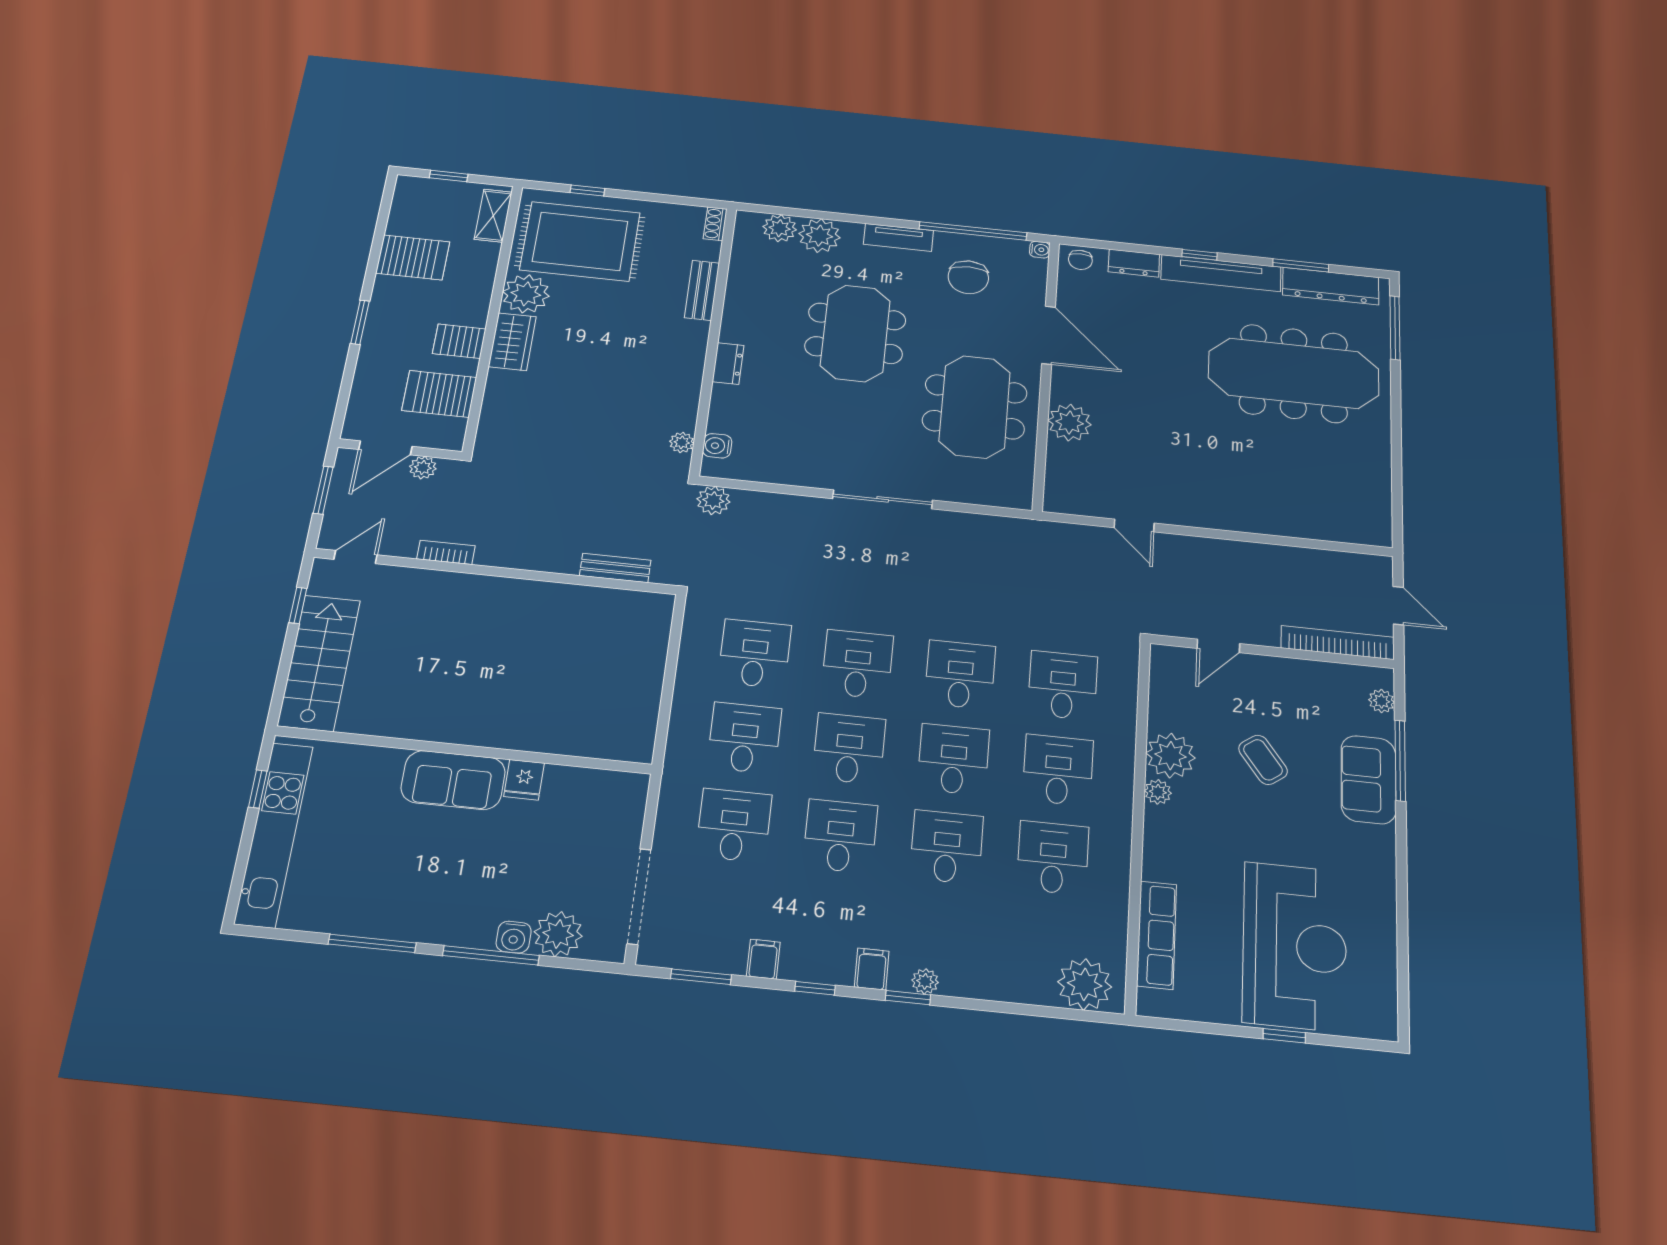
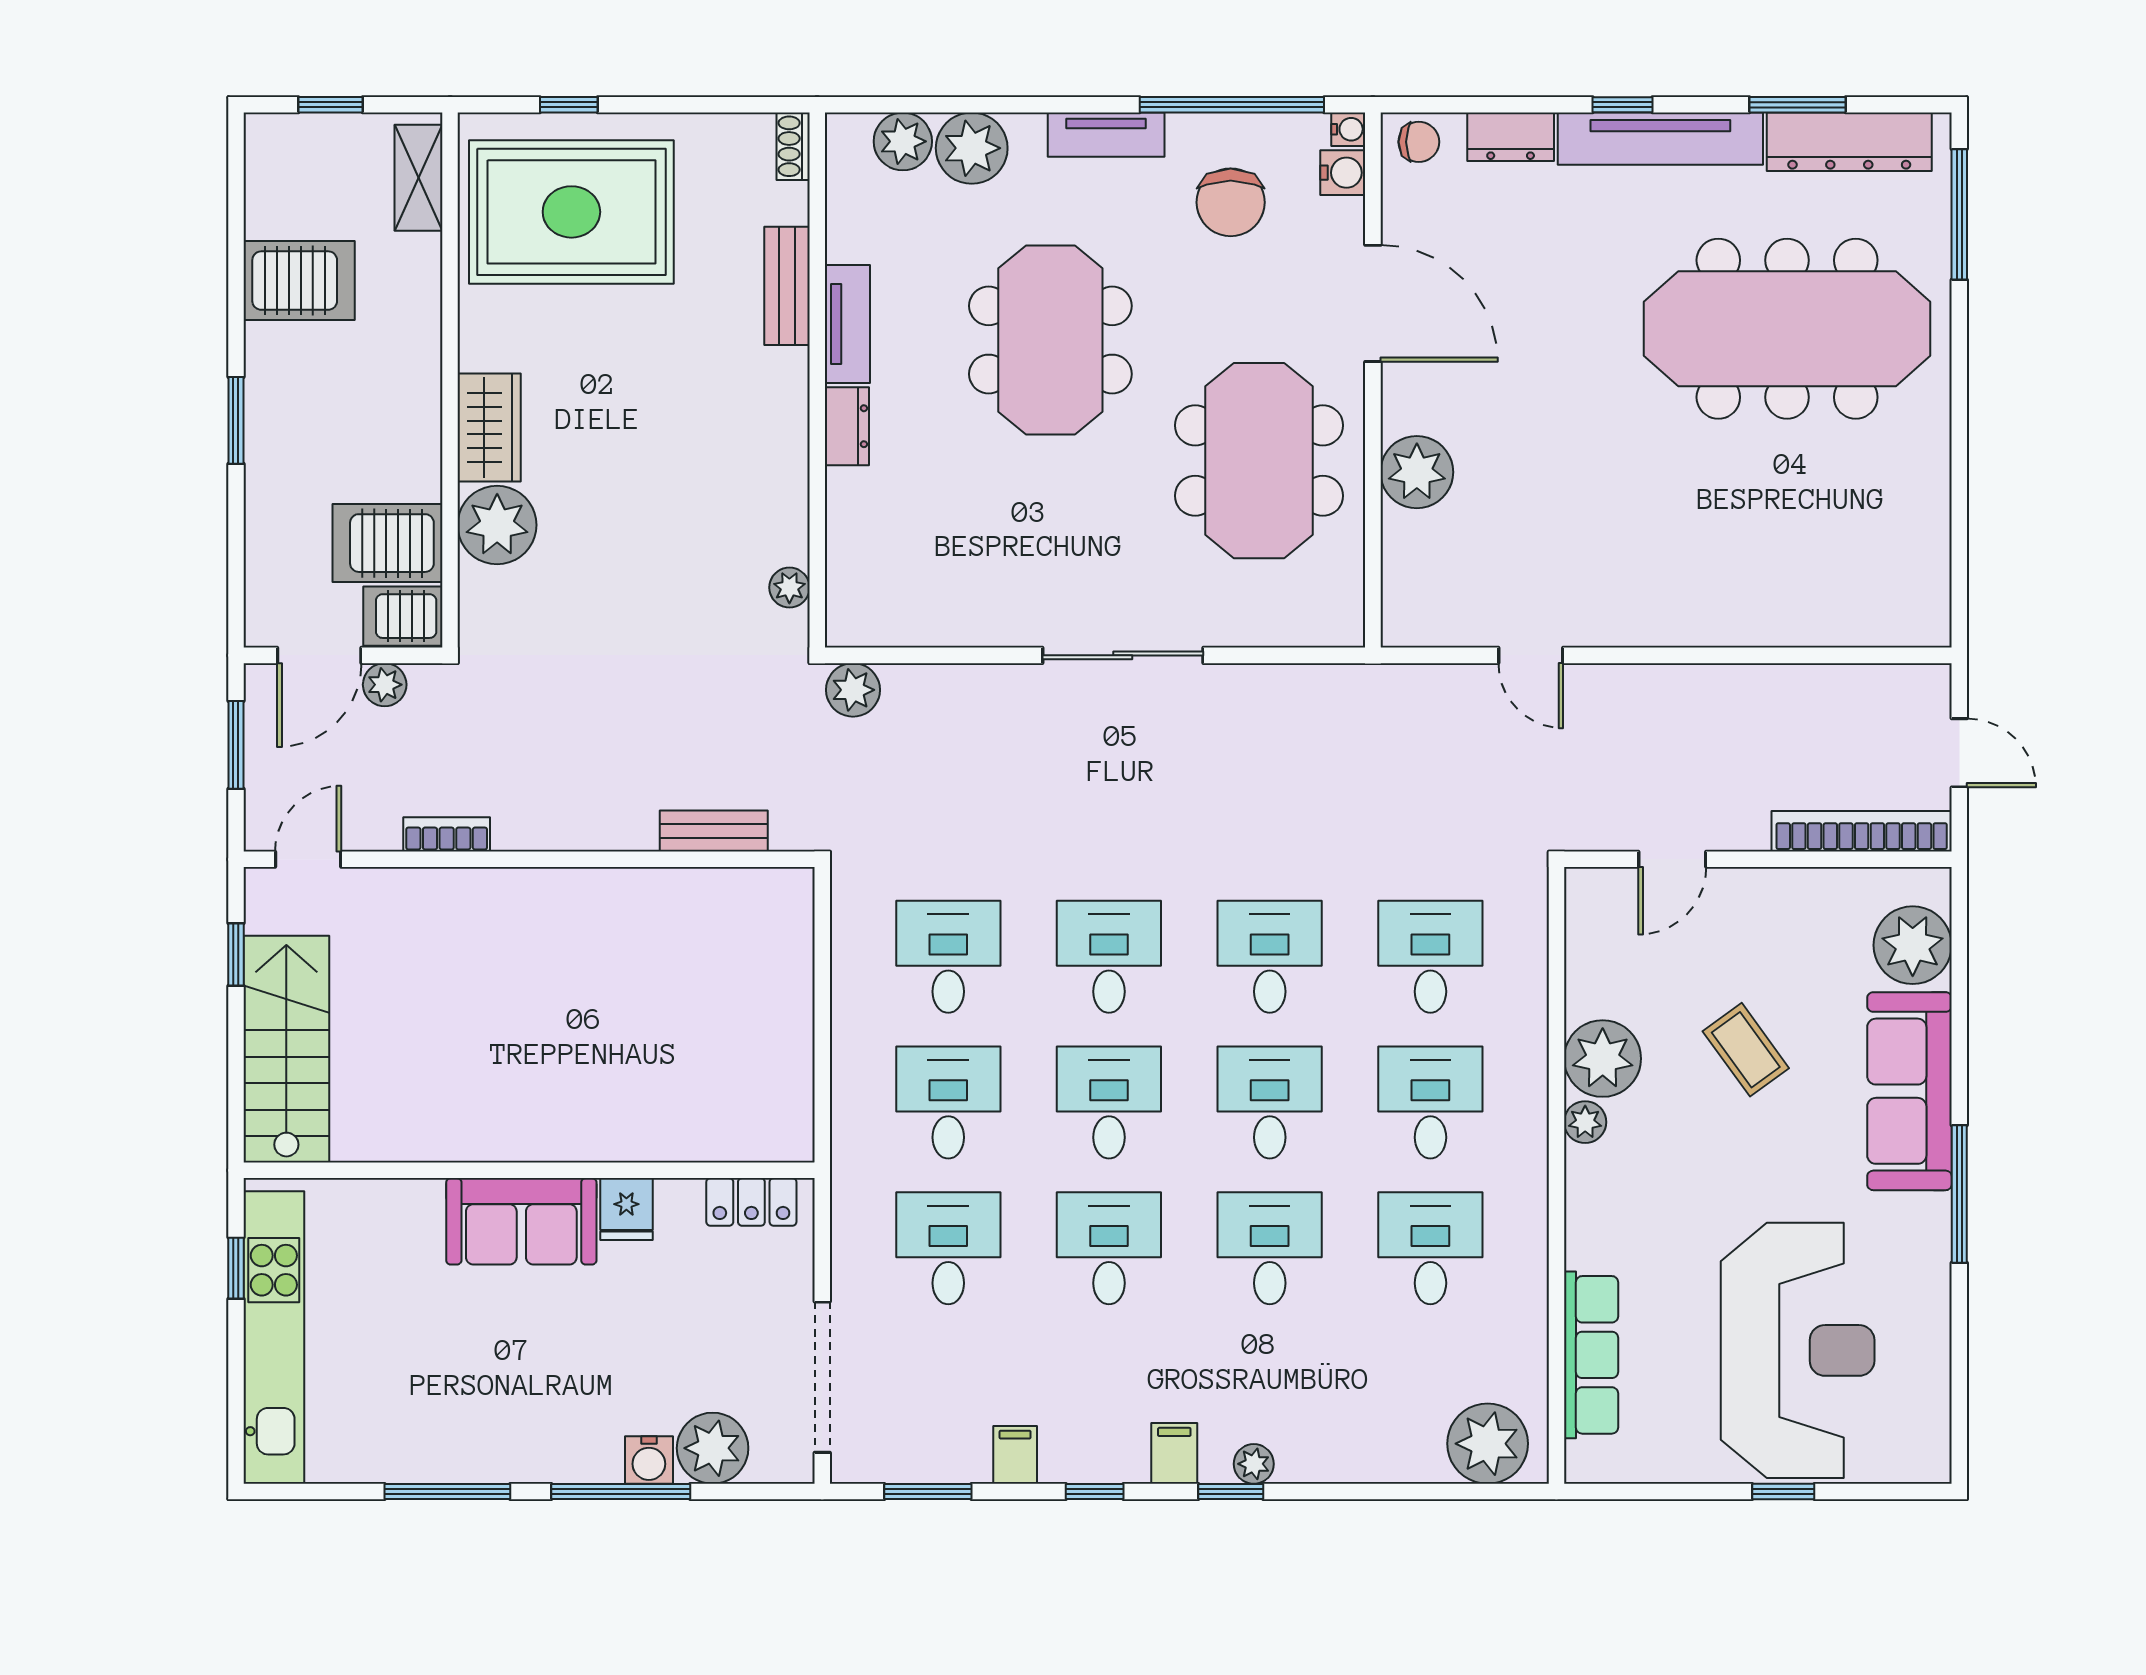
chair: (1080, 260) -> (1419, 142), turned -90
plant: (526, 294) -> (497, 525), moved
tv unit: (735, 313) -> (847, 324), added
server rack: (459, 341) -> (403, 616), moved
water cooler: (717, 446) -> (1343, 173), moved, turned 180
plant: (1381, 701) -> (1913, 945), width x1.87, depth x1.87
window: (1400, 761) -> (1959, 1194), moved
sofa: (1368, 780) -> (1909, 1091), width x1.36
locker: (607, 784) -> (751, 1202), added

